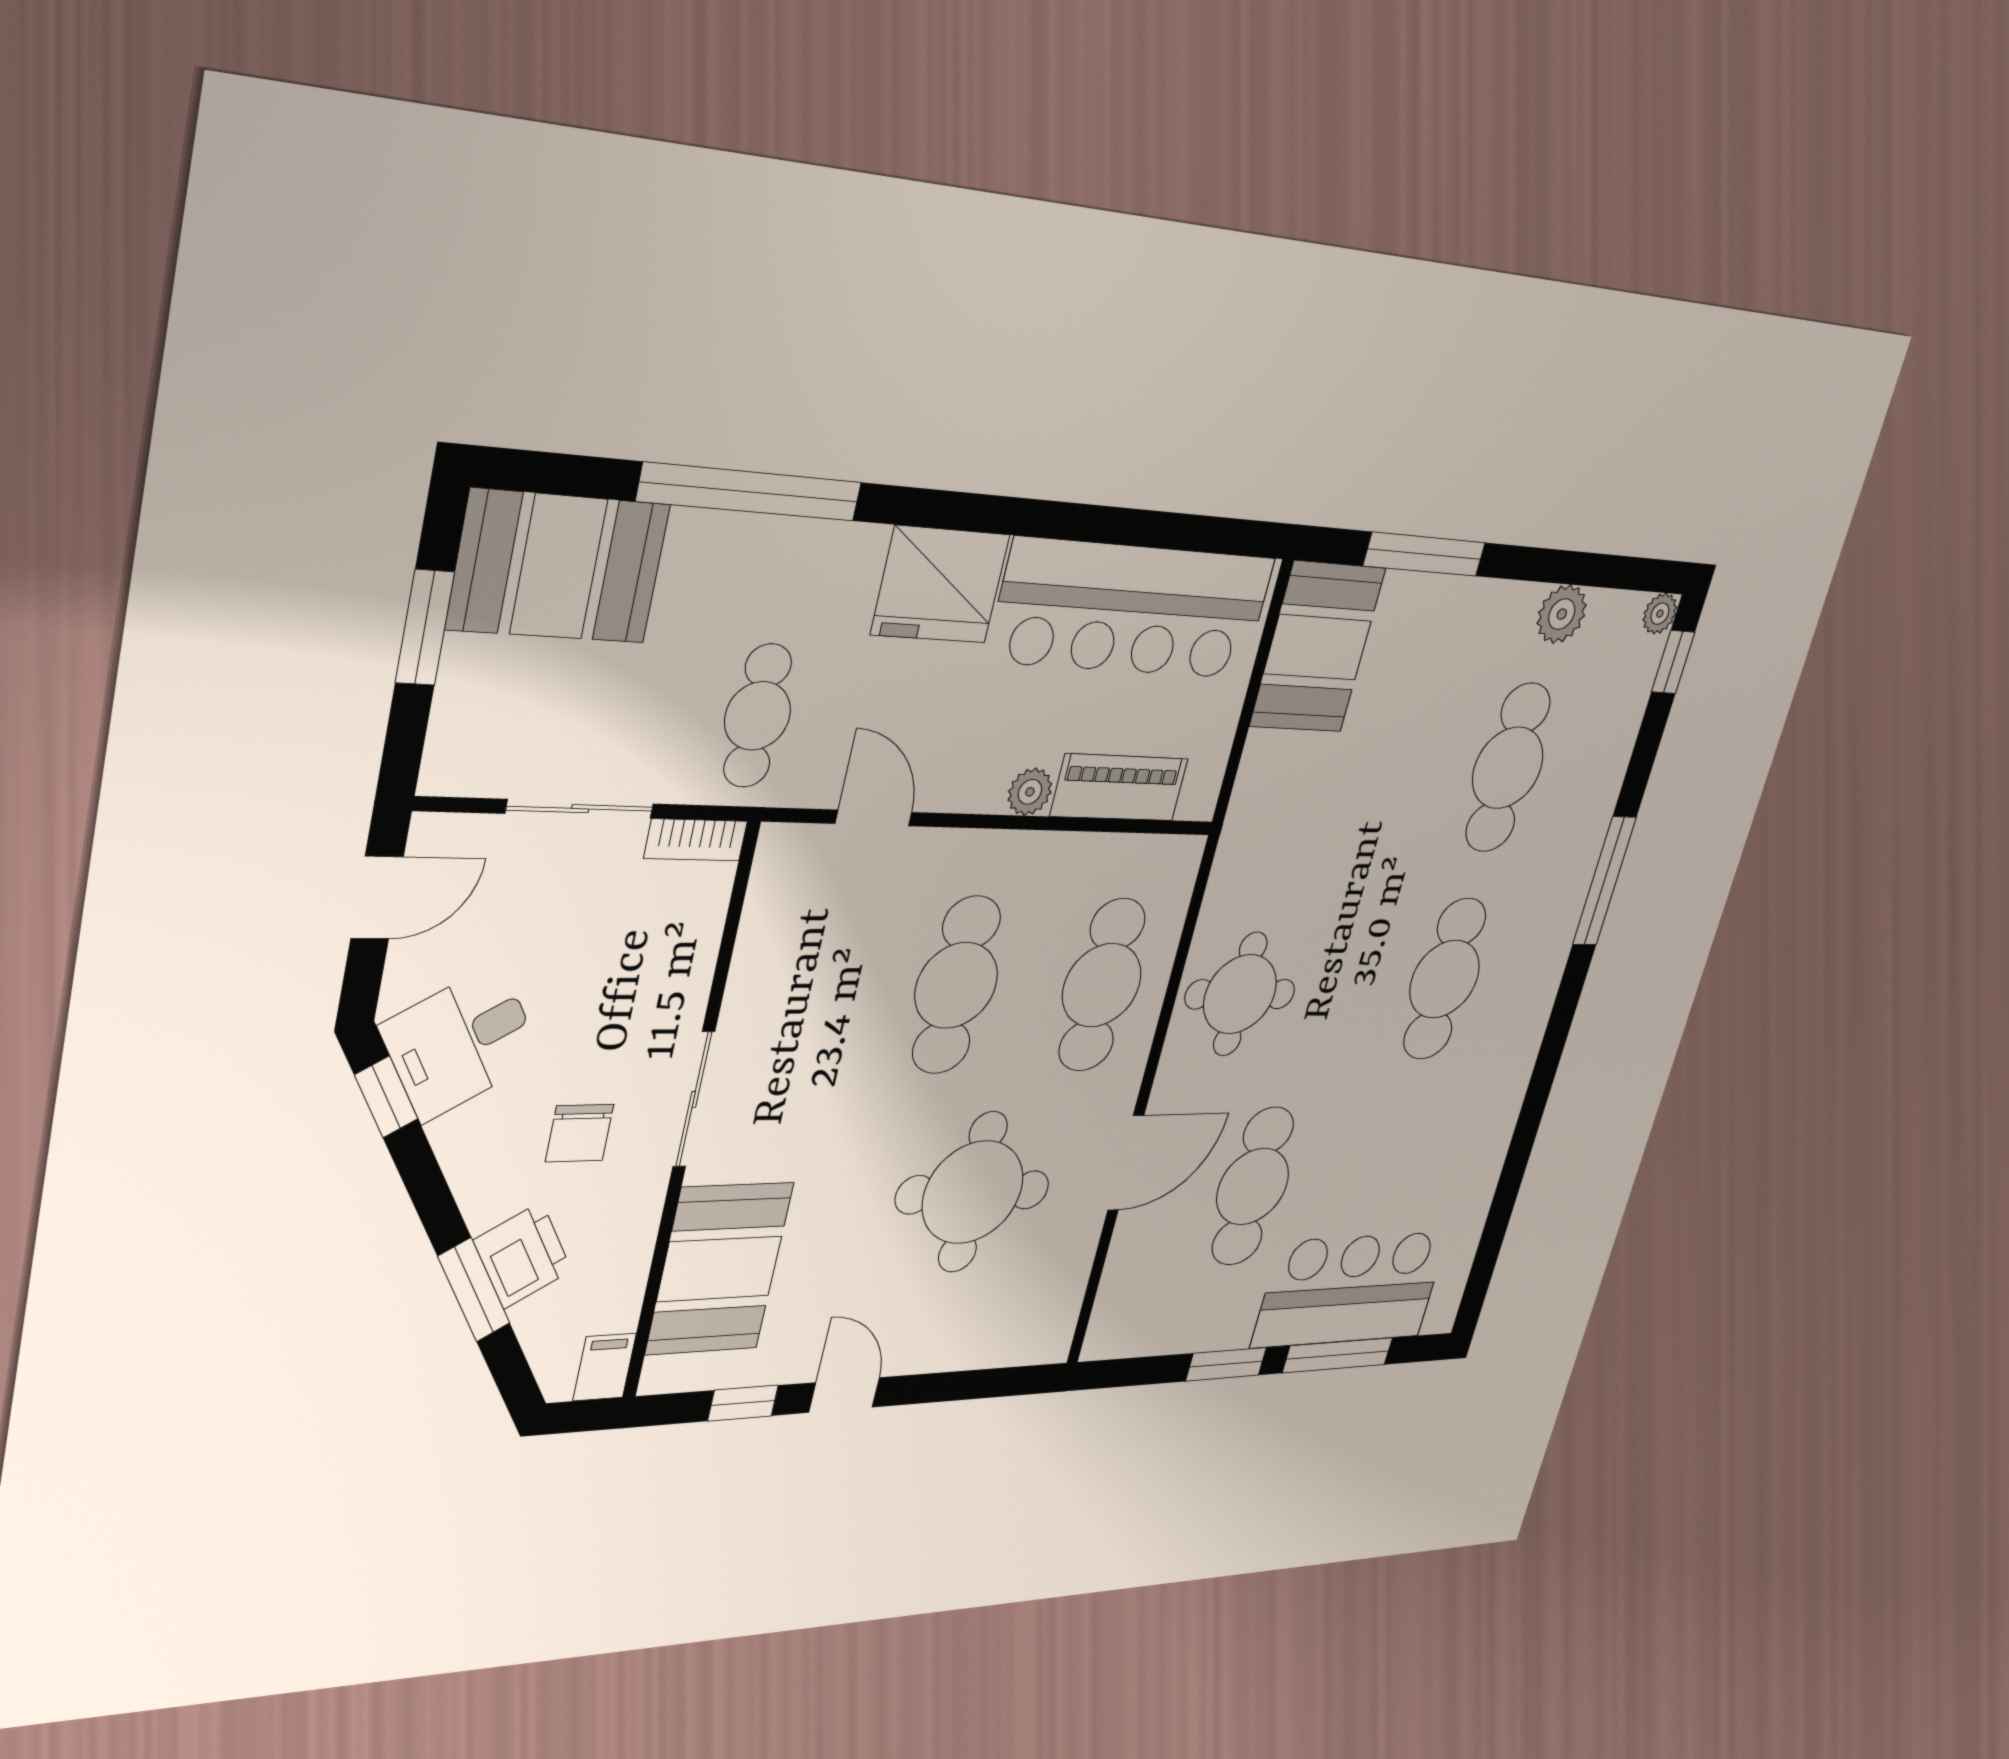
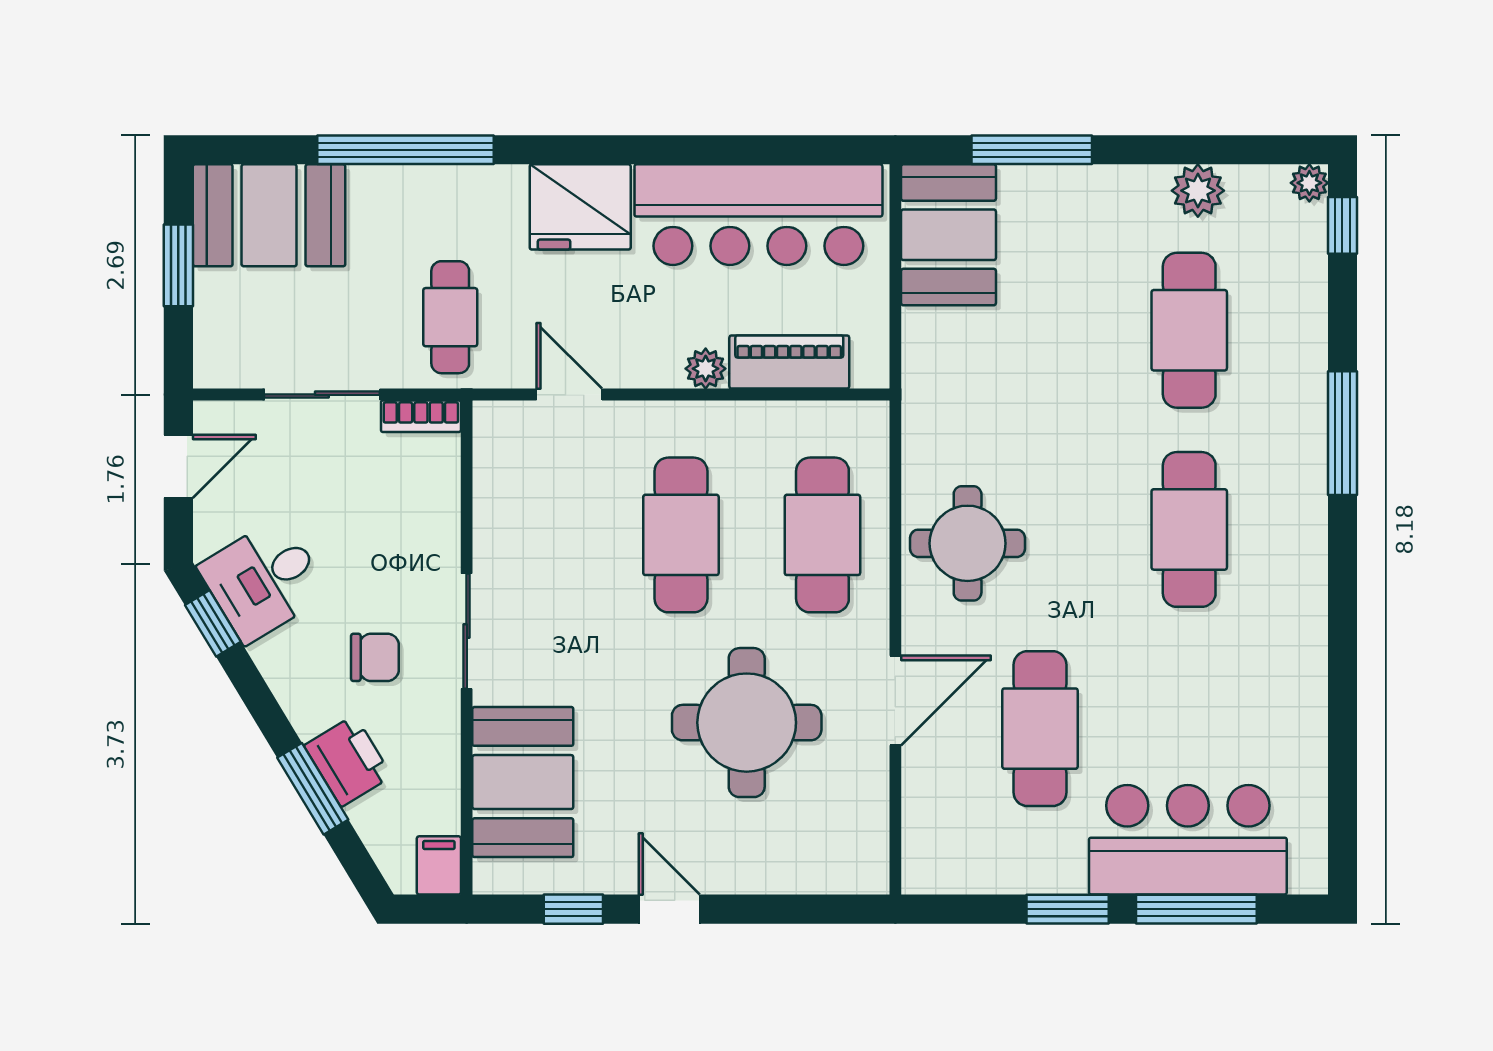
chair: (580, 1133) -> (375, 657), turned -90

